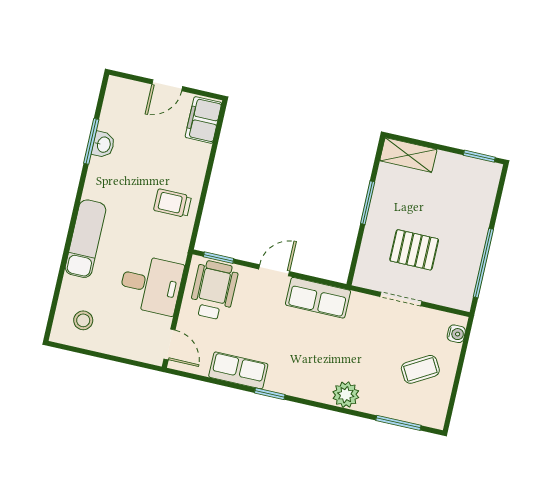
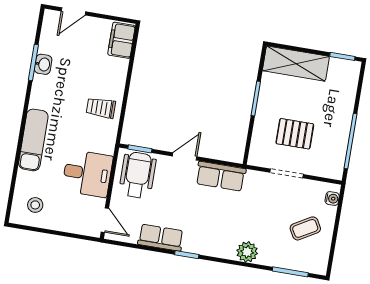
door: (167, 85) -> (73, 11), moved
shelving: (408, 155) -> (296, 64), width x1.50, depth x1.33

